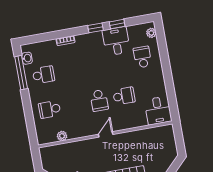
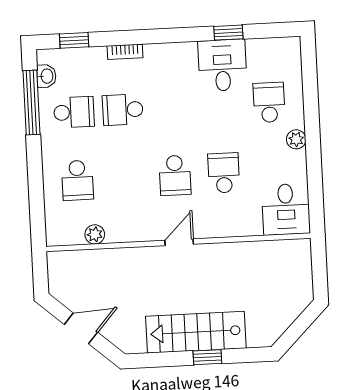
window: (96, 28) -> (74, 40), moved
plant: (151, 33) -> (296, 139), moved
school desk: (68, 70) -> (123, 110), added
school desk: (124, 96) -> (224, 173), turned -90
school desk: (50, 109) -> (77, 180), turned -90

